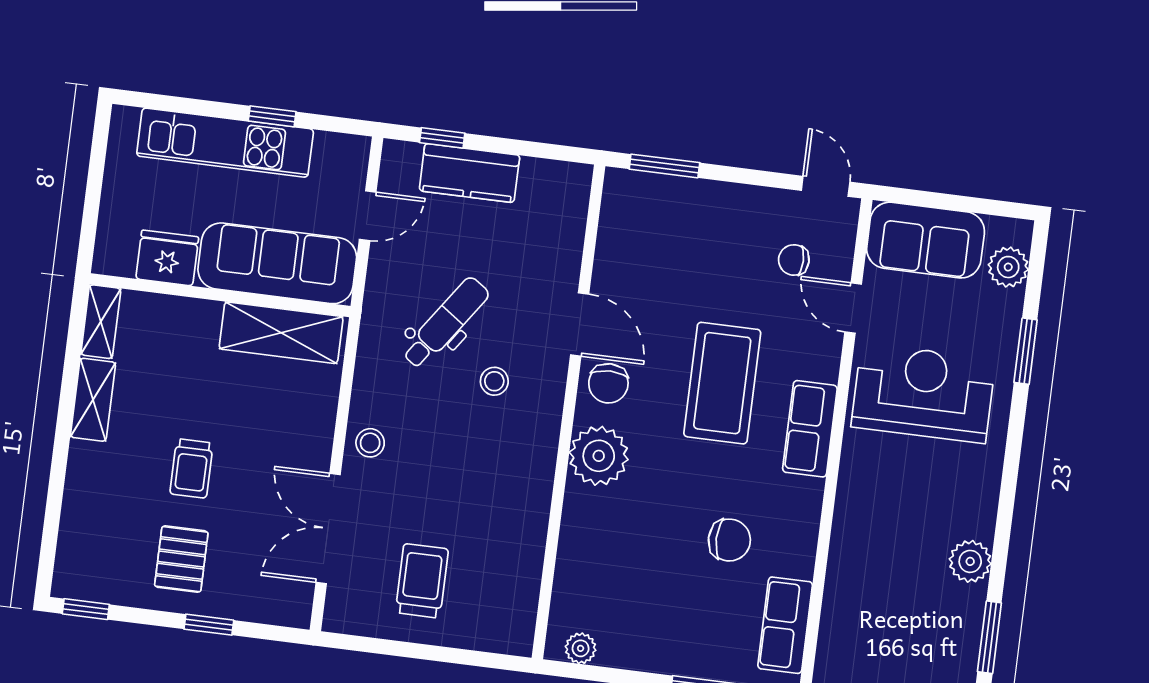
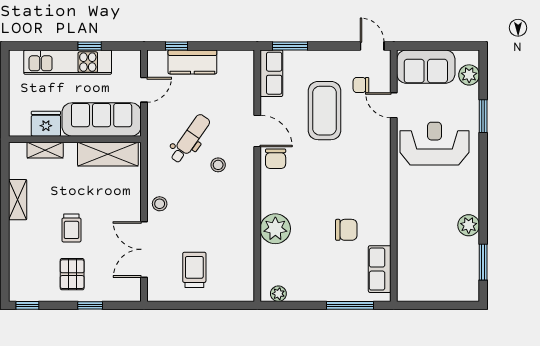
shelving: (101, 322) -> (45, 150), moved, turned 90
coffee table: (722, 383) -> (325, 111), moved
row of seats: (810, 429) -> (271, 73), moved, turned 180
plant: (599, 456) -> (275, 229), moved

